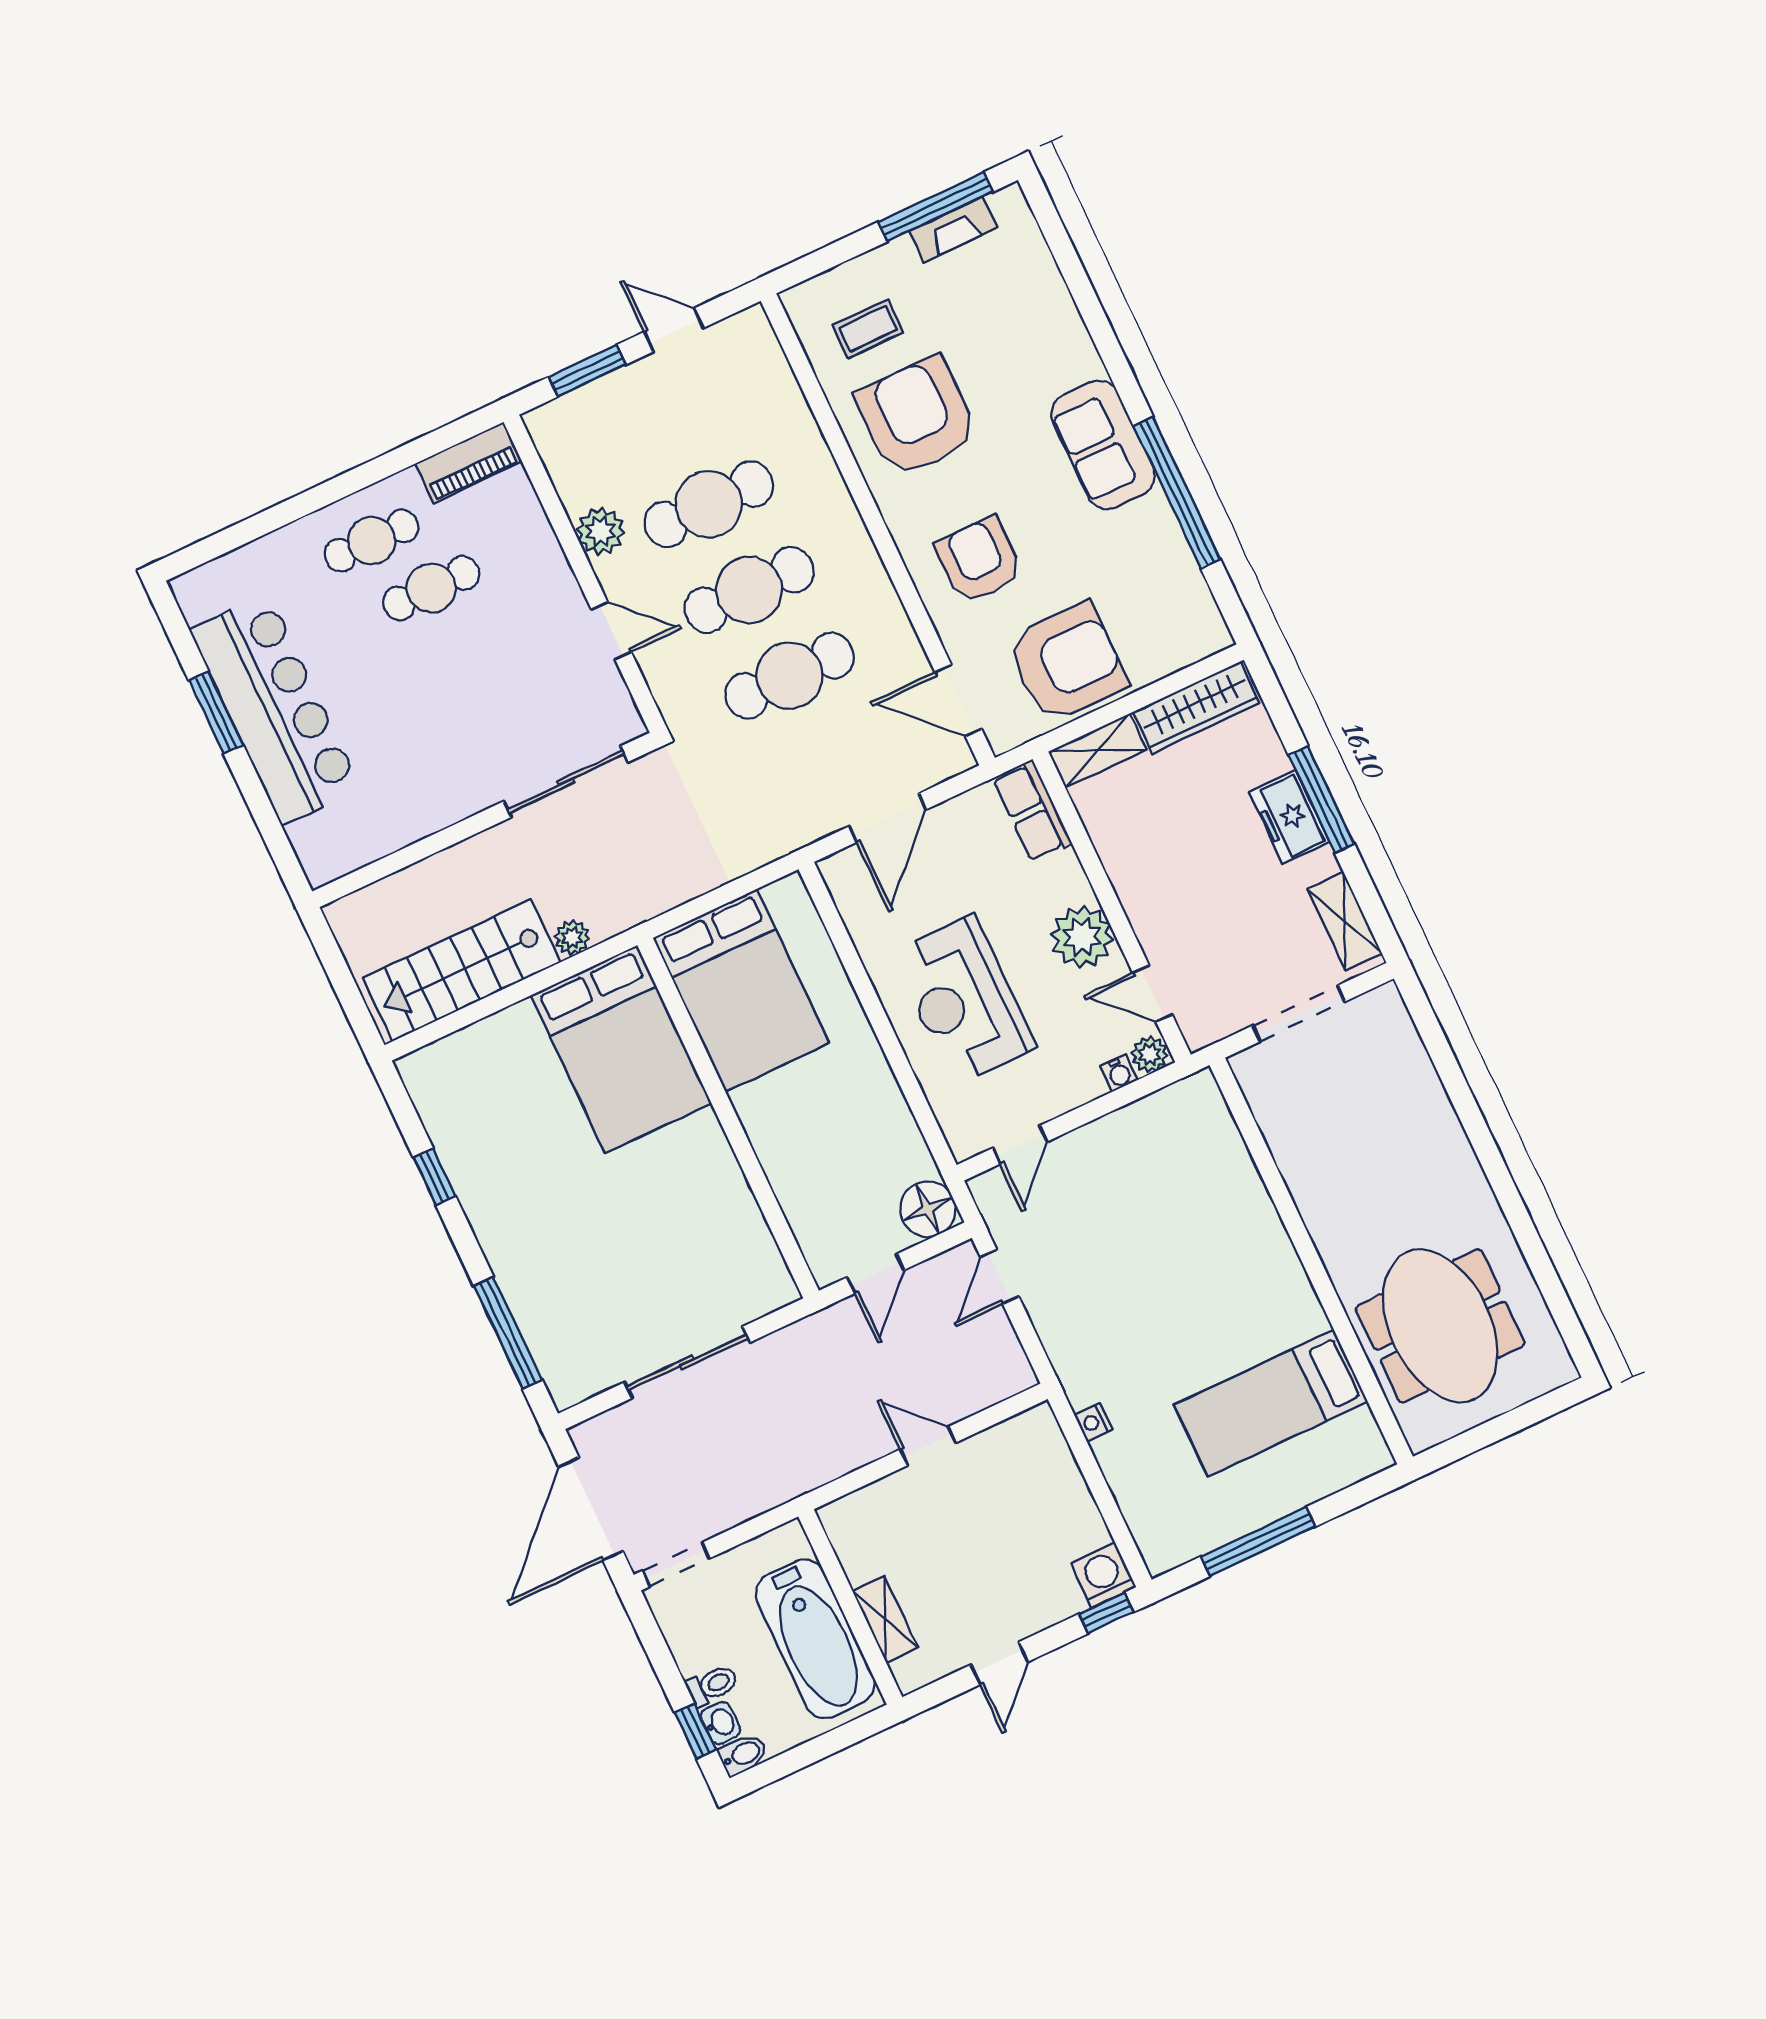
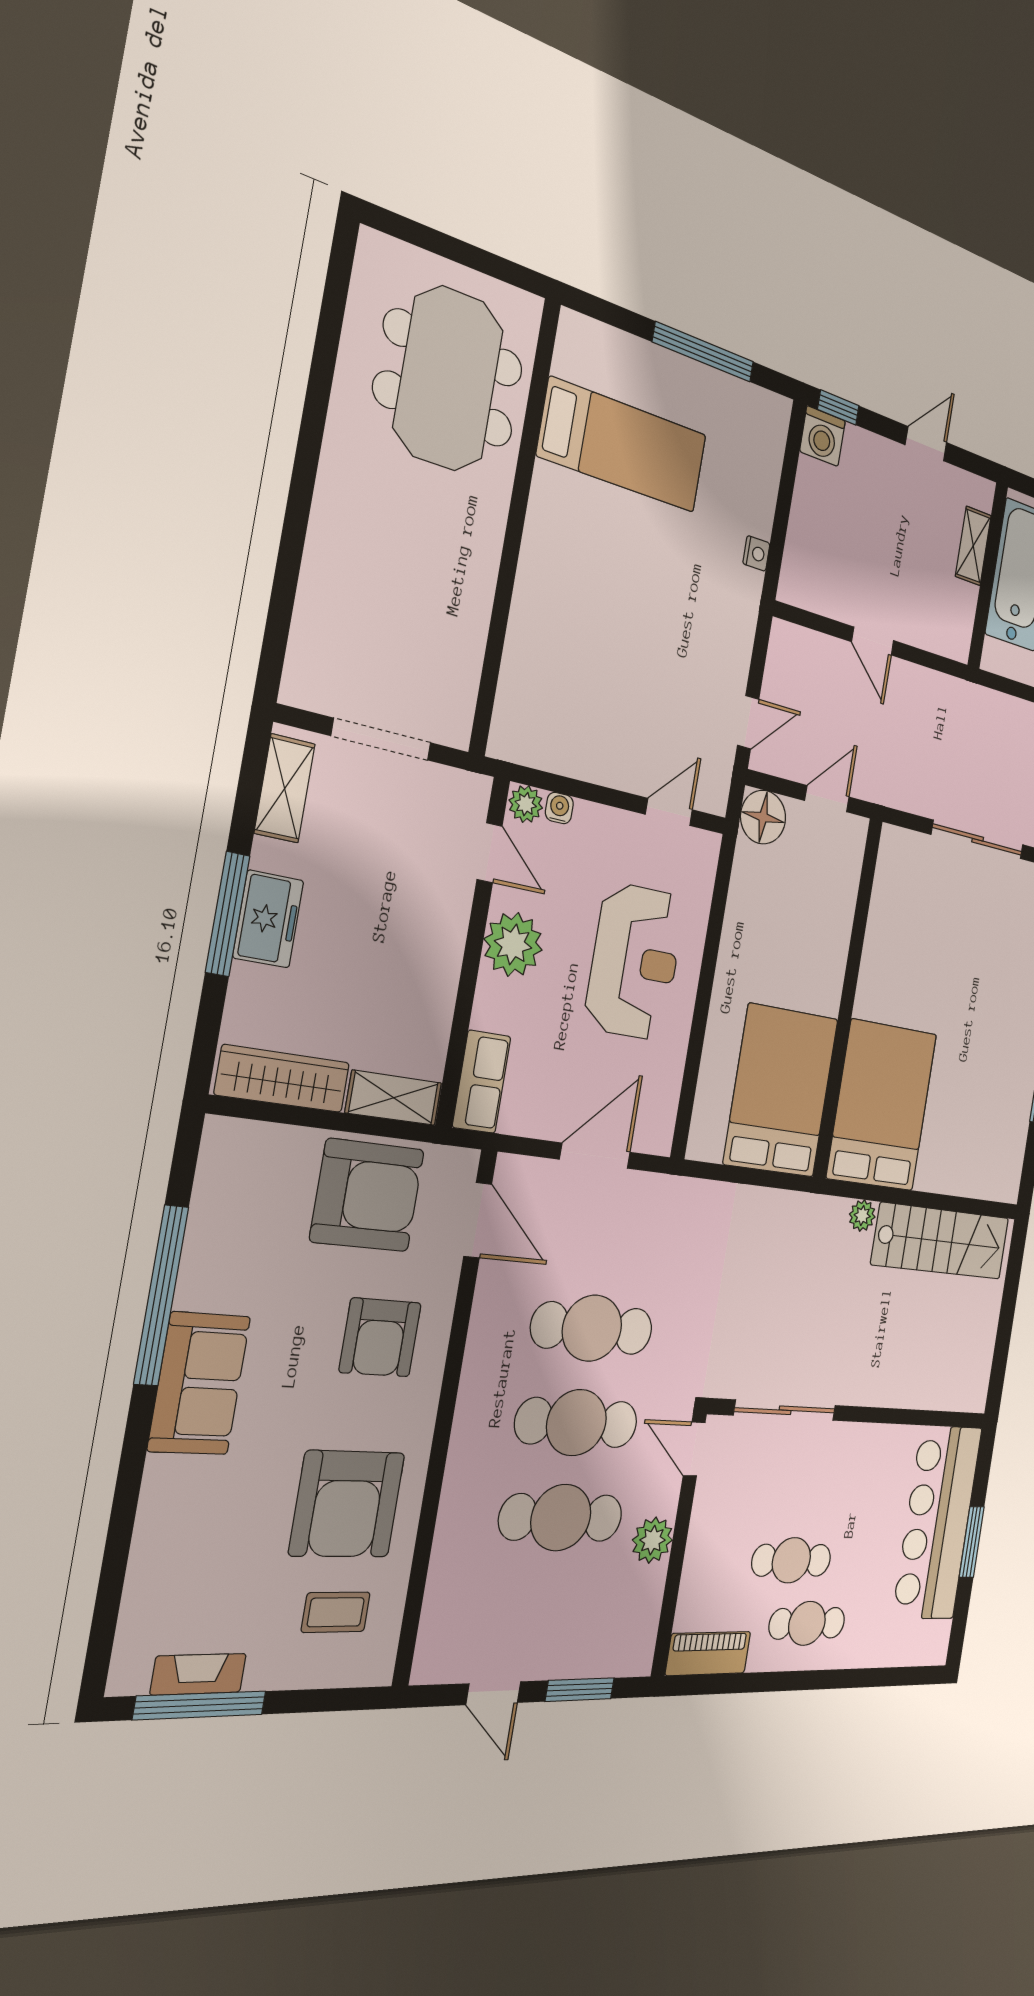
armchair: (1067, 663) -> (367, 1195), turned 180
sliding door: (566, 782) -> (785, 1410), moved
wall: (485, 820) -> (852, 1414), moved

